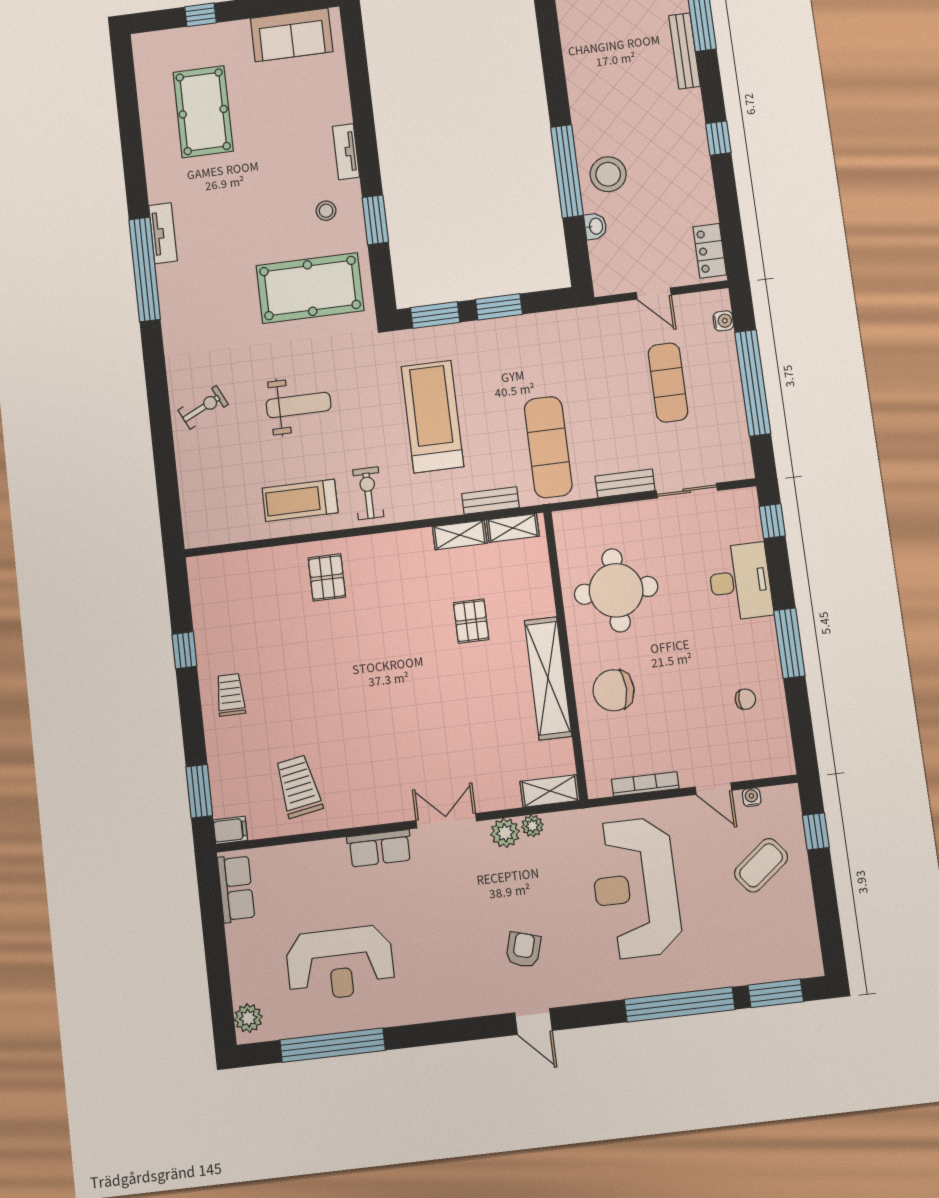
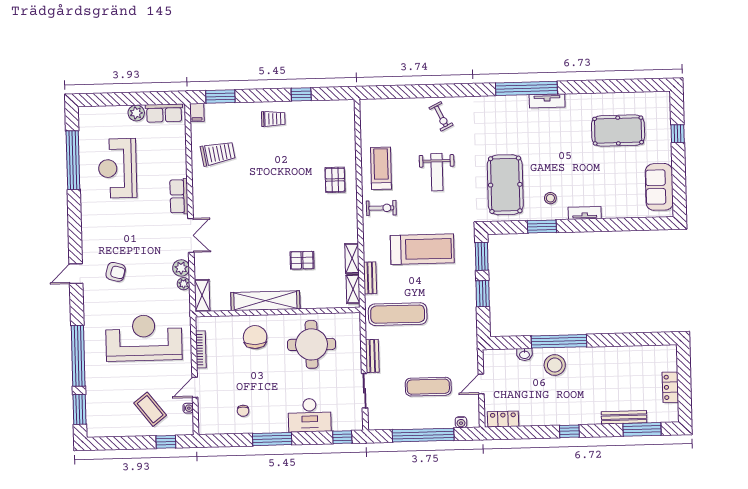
pallet: (327, 577) -> (335, 180), turned 90
plant: (248, 1018) -> (136, 113), moved

